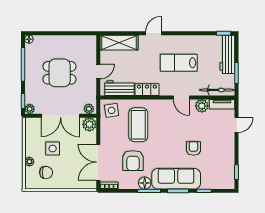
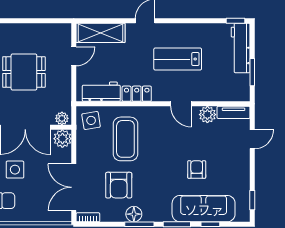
door: (98, 71) -> (74, 56), moved
bicycle: (217, 90) -> (227, 94), removed
sofa: (176, 179) -> (204, 209), moved

